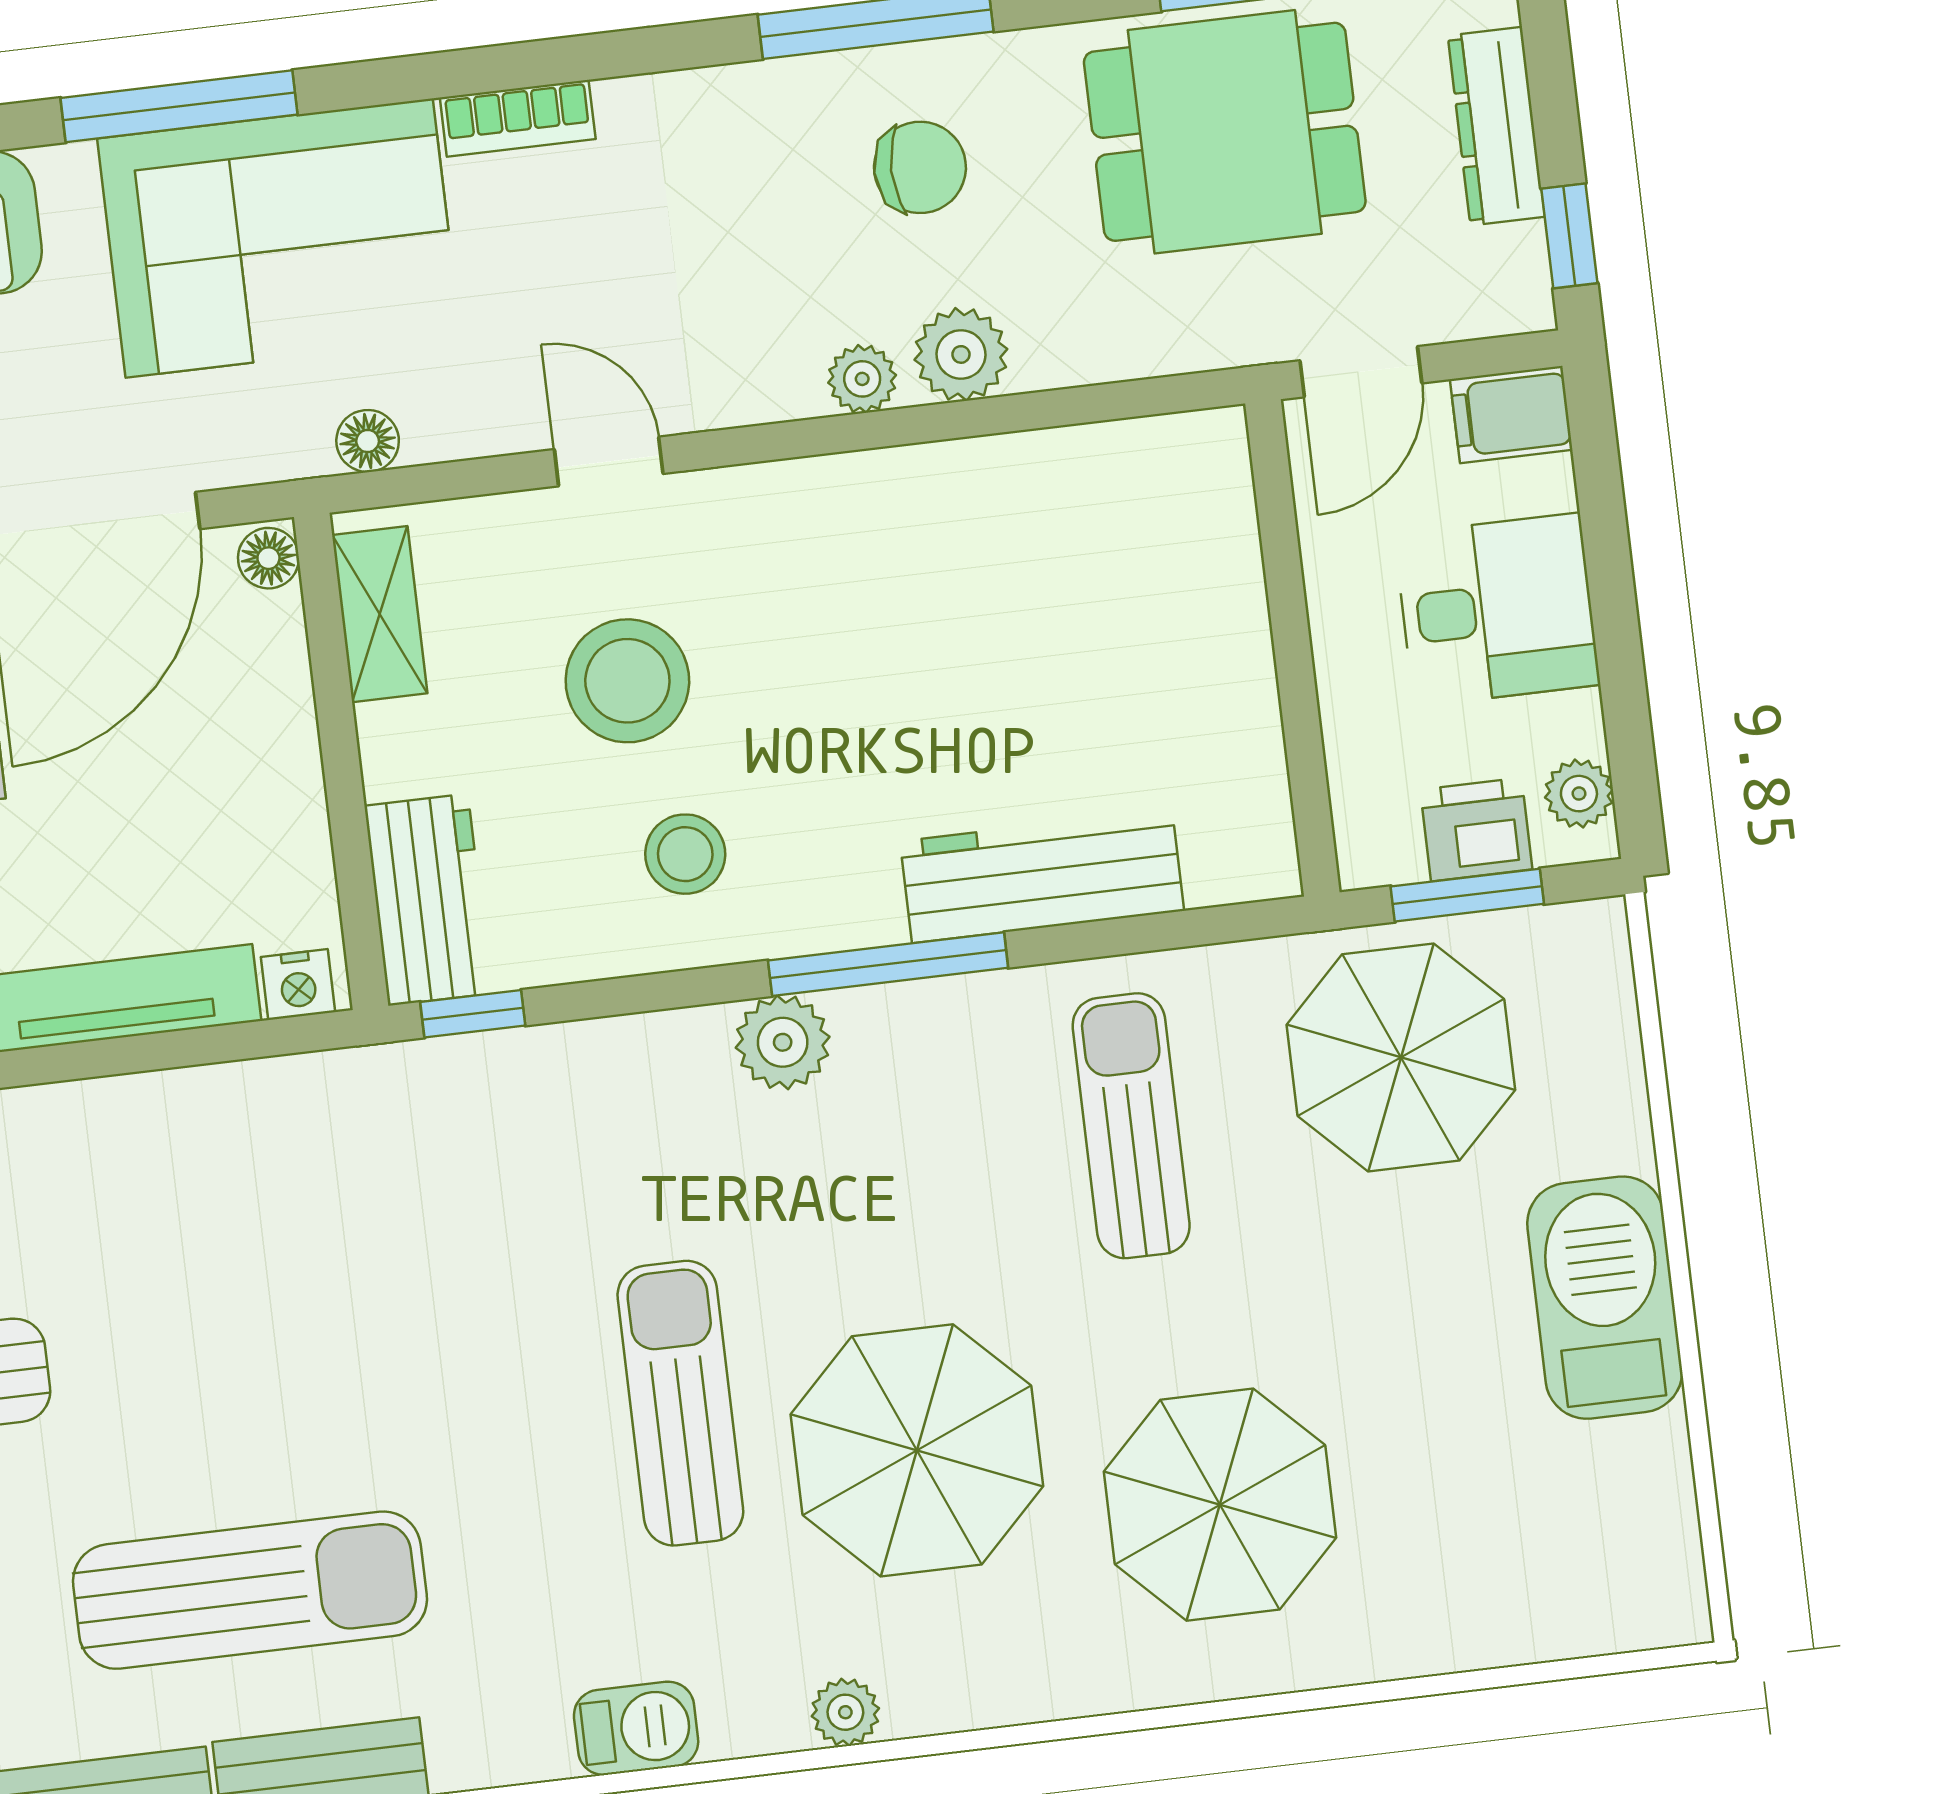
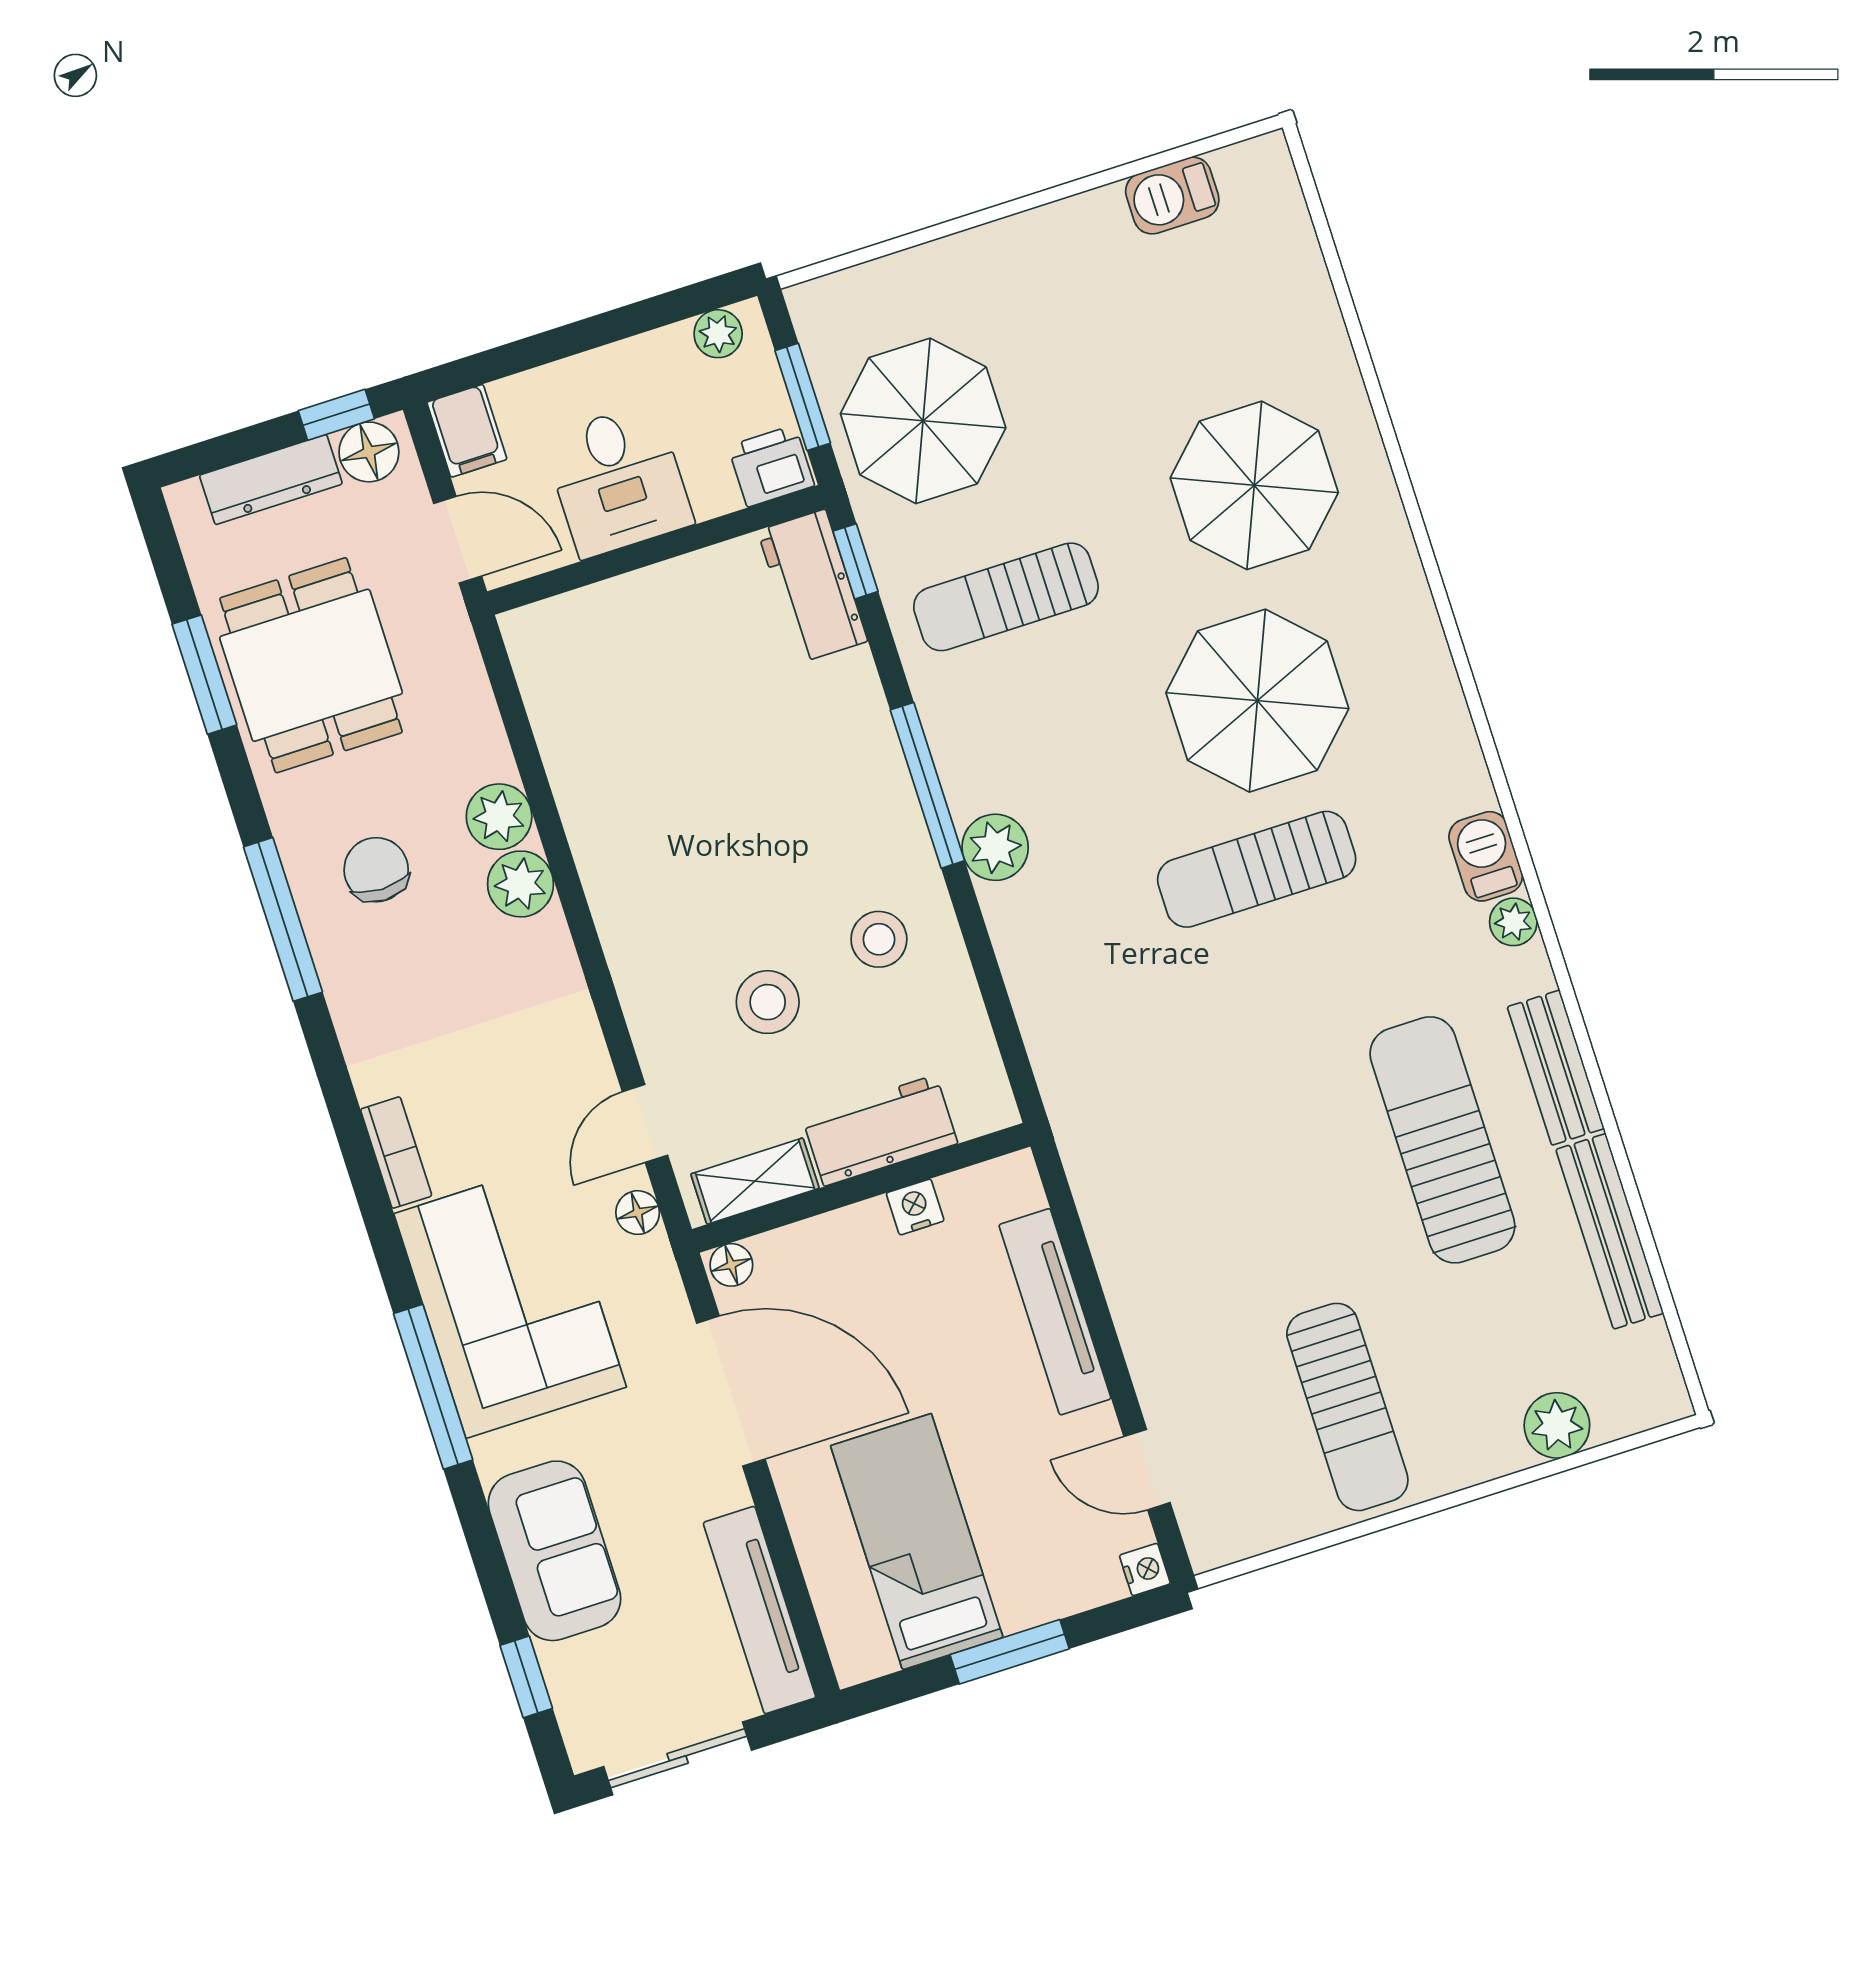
floor lamp: (1508, 271) -> (369, 452), added
plant: (862, 379) -> (520, 884), width x1.38, depth x1.38
door: (609, 461) -> (645, 1123), moved
desk: (1497, 610) -> (618, 480), moved, turned 180
stool: (627, 681) -> (768, 1002), width x0.73, depth x0.73
printer: (1476, 830) -> (771, 466), moved, turned 90
workbench: (1042, 876) -> (813, 586), moved, width x0.73
workbench: (428, 900) -> (880, 1131), moved
nightstand: (298, 985) -> (915, 1207), moved, turned -90
window: (473, 1014) -> (856, 561), moved
barbecue: (1605, 1298) -> (1172, 196), moved, width x0.53, depth x0.65
plant: (845, 1712) -> (1513, 922), moved

